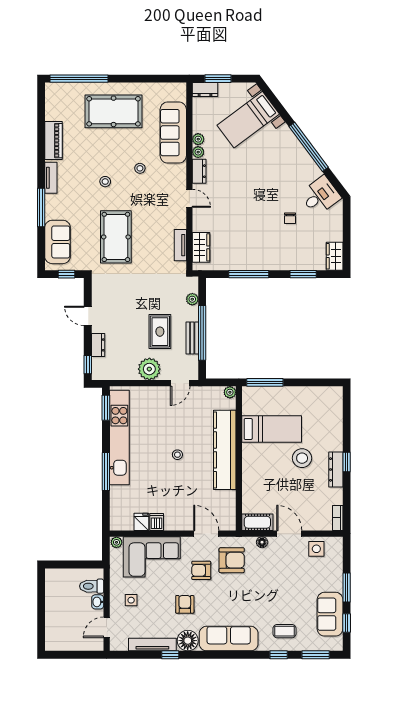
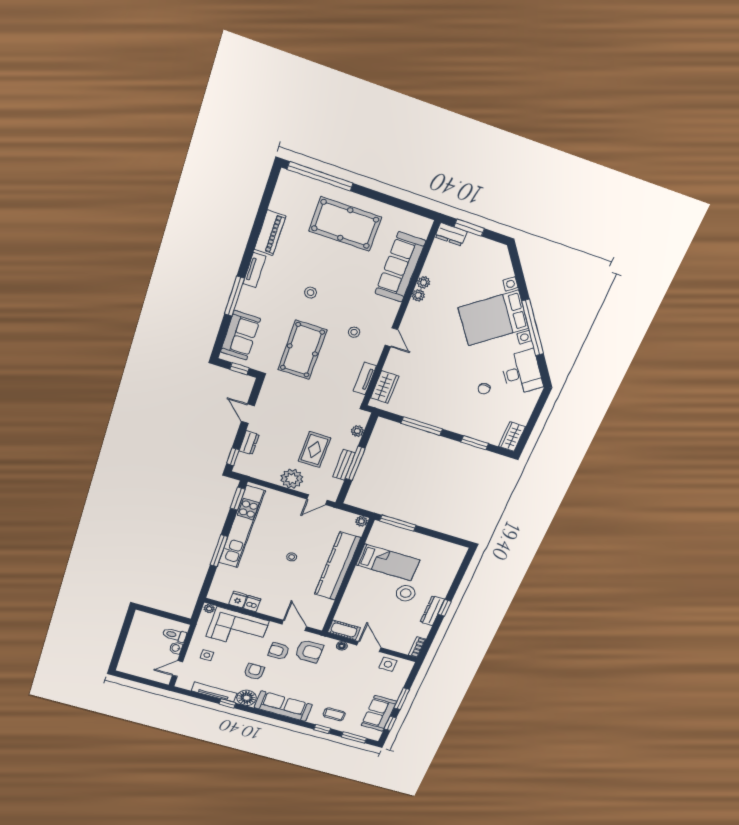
bed with nightstands: (248, 120) -> (493, 318), moved, width x1.36
stool: (140, 168) -> (354, 332), moved
dresser: (199, 171) -> (412, 314), removed
desk: (320, 196) -> (522, 372), width x1.37
window: (202, 333) -> (355, 463), width x0.68

